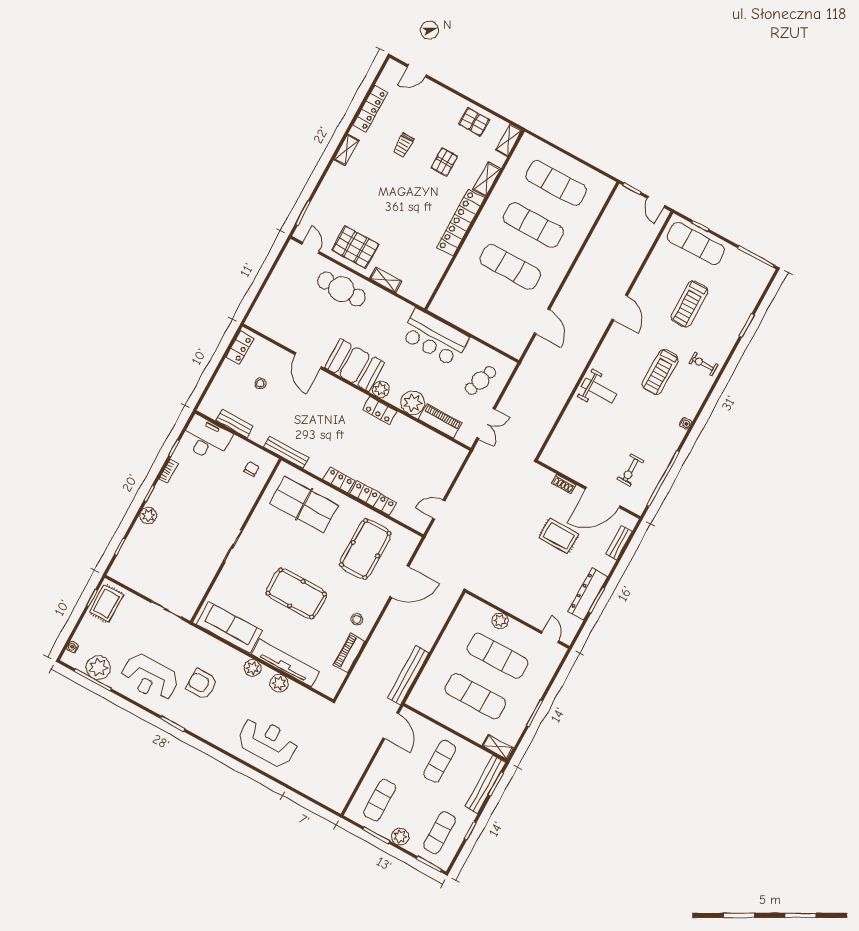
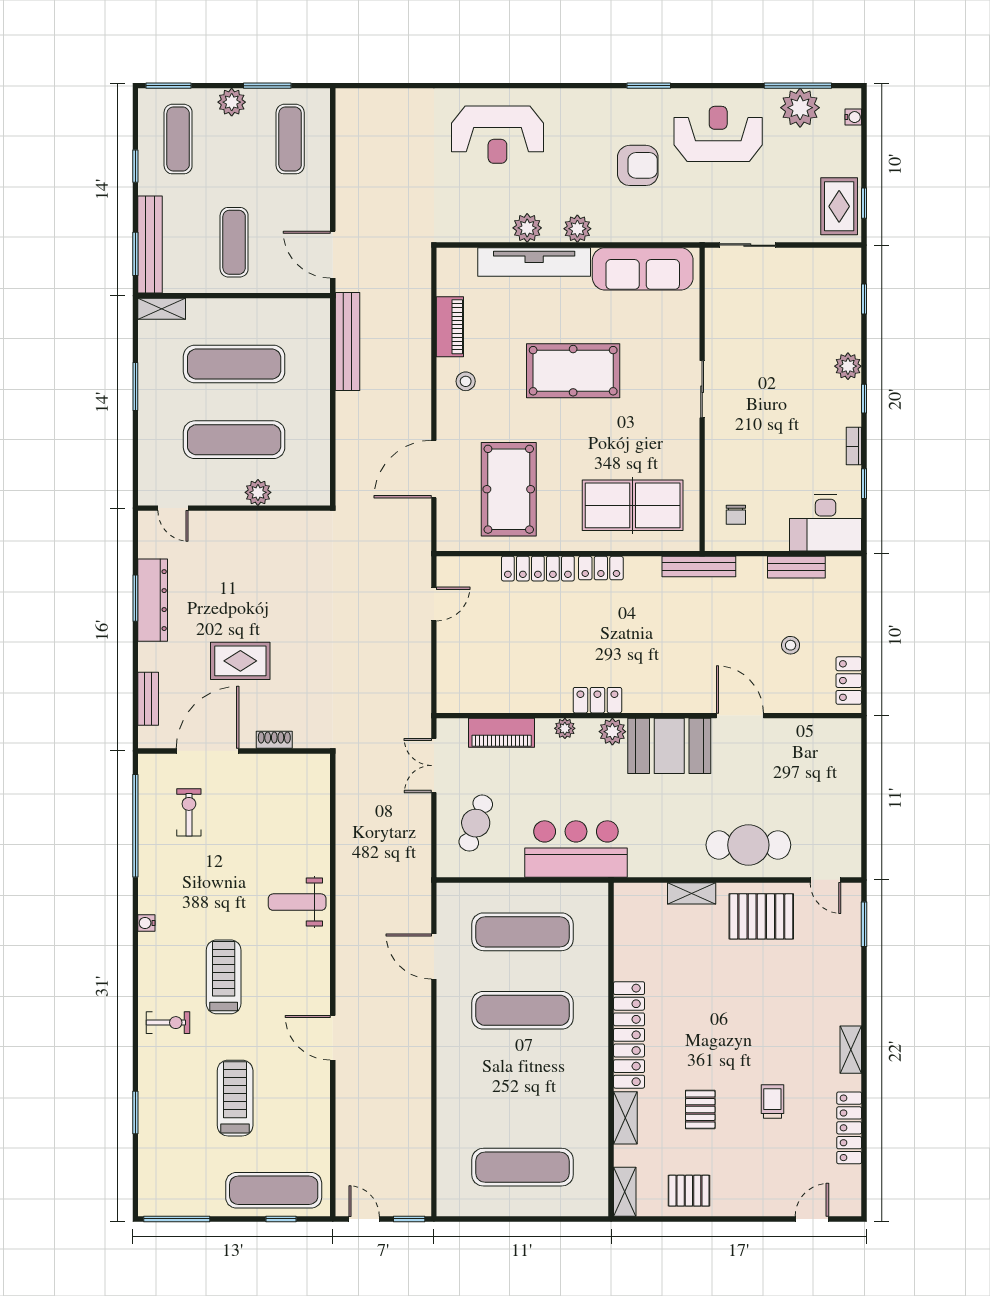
exercise mat: (533, 225) -> (522, 932), moved
plant: (413, 403) -> (565, 728), width x0.53, depth x0.53

